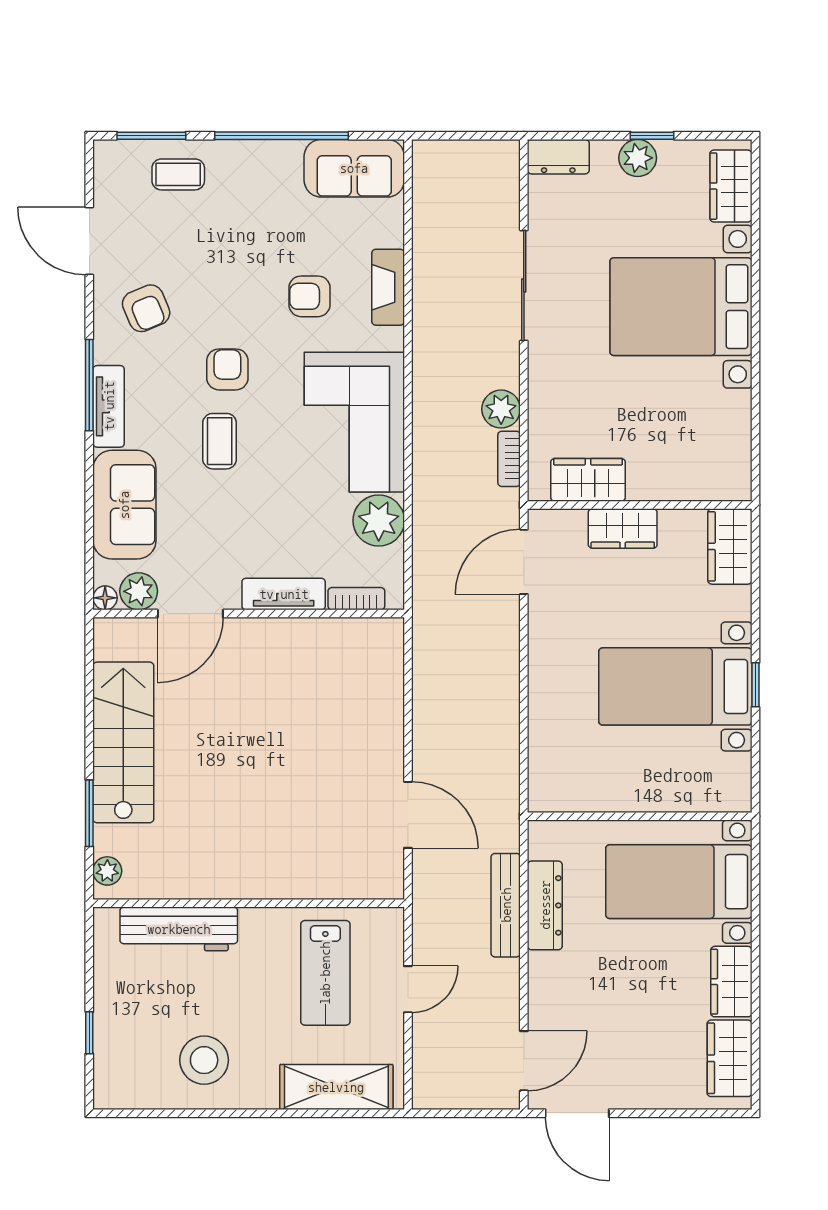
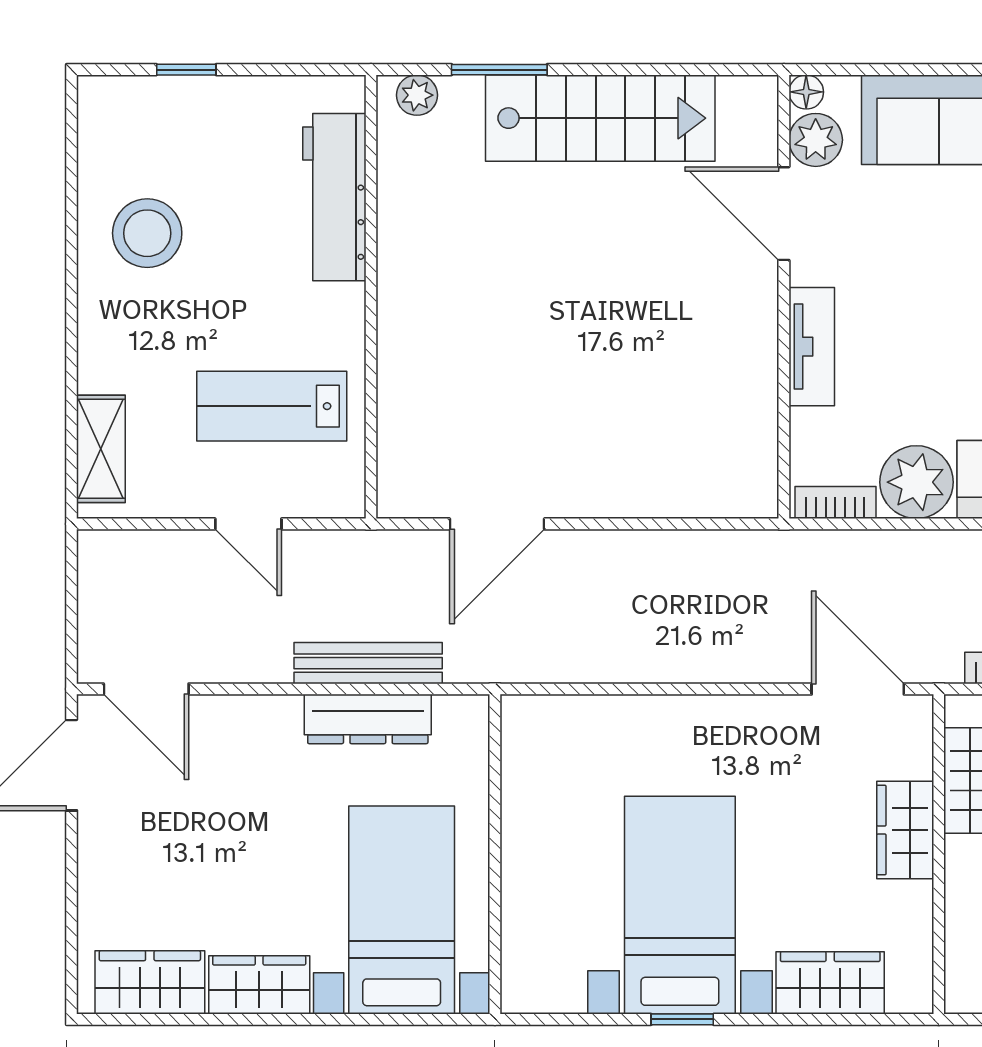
wardrobe: (730, 546) -> (830, 983), moved
bookcase: (356, 599) -> (835, 503), moved, turned -90
shelving: (336, 1087) -> (101, 449), width x0.67, depth x0.75

